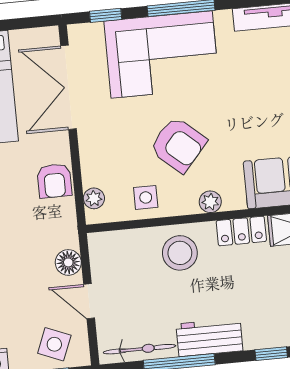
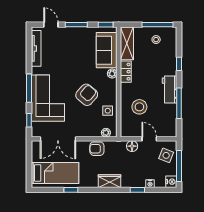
armchair: (54, 181) -> (97, 149), turned 180
plant: (210, 202) -> (112, 74), moved
stool: (180, 253) -> (139, 107), moved
door: (89, 301) -> (149, 139), swing flipped
bicycle: (139, 349) -> (172, 120), removed

